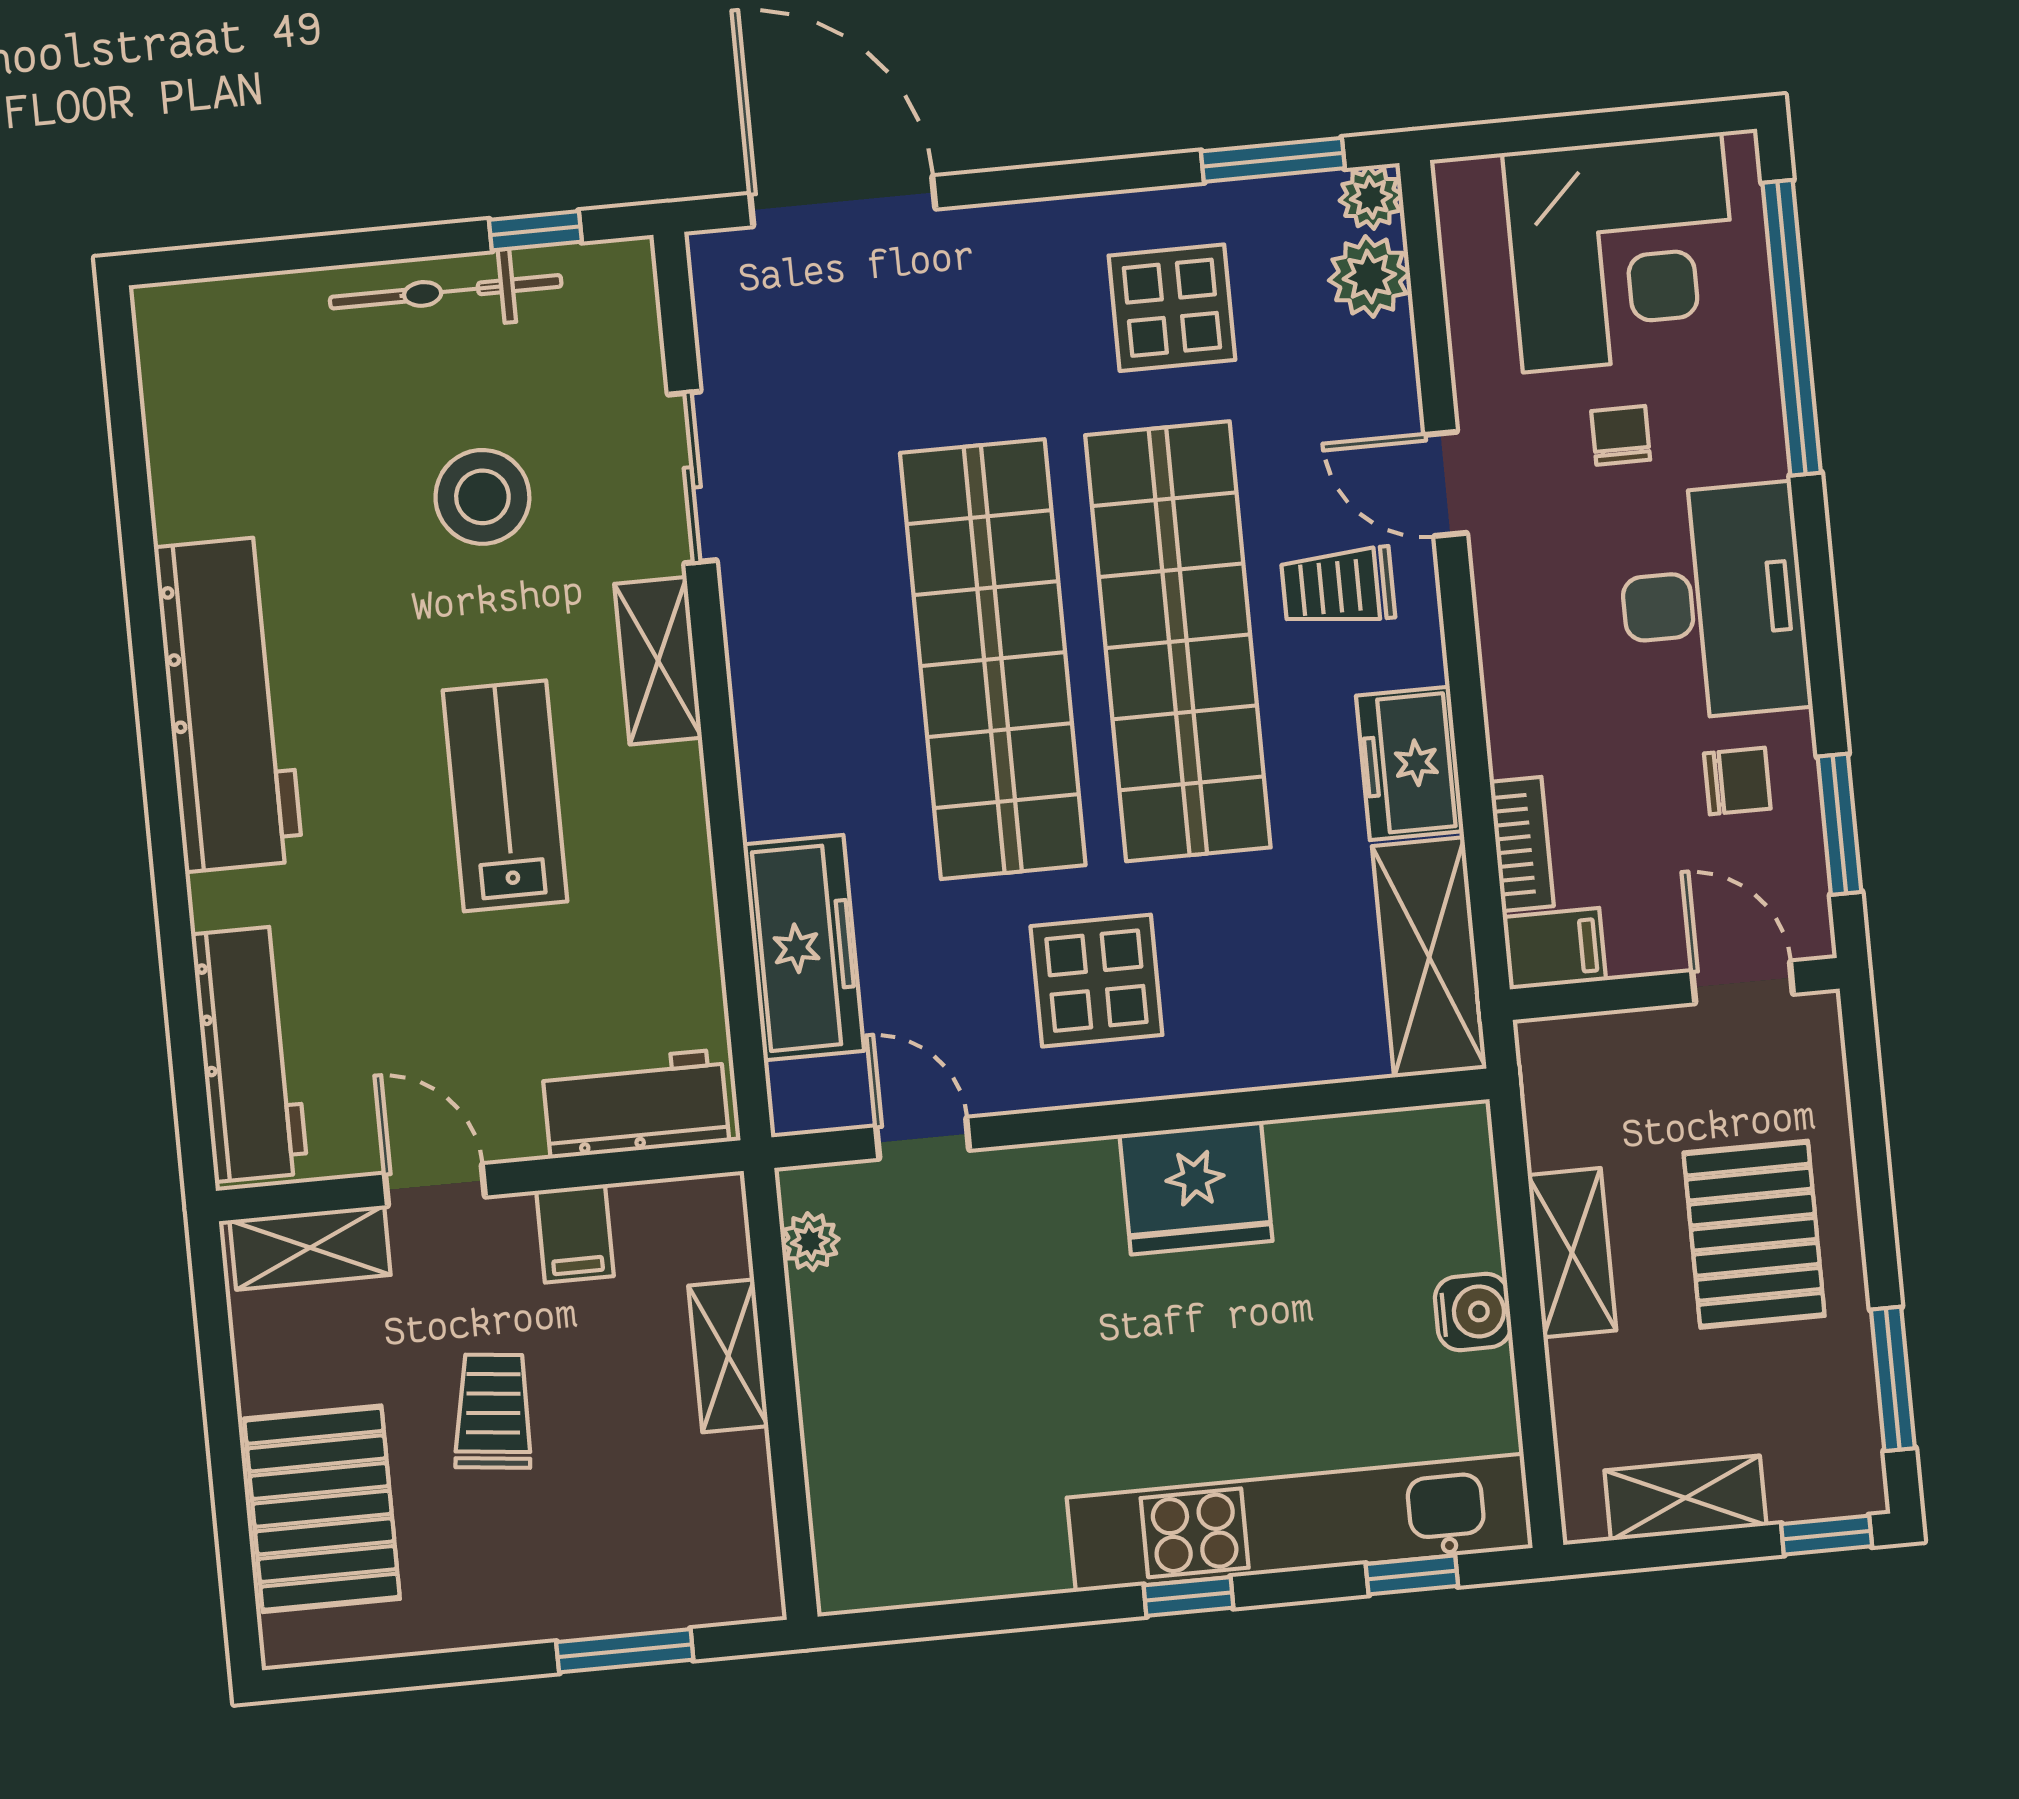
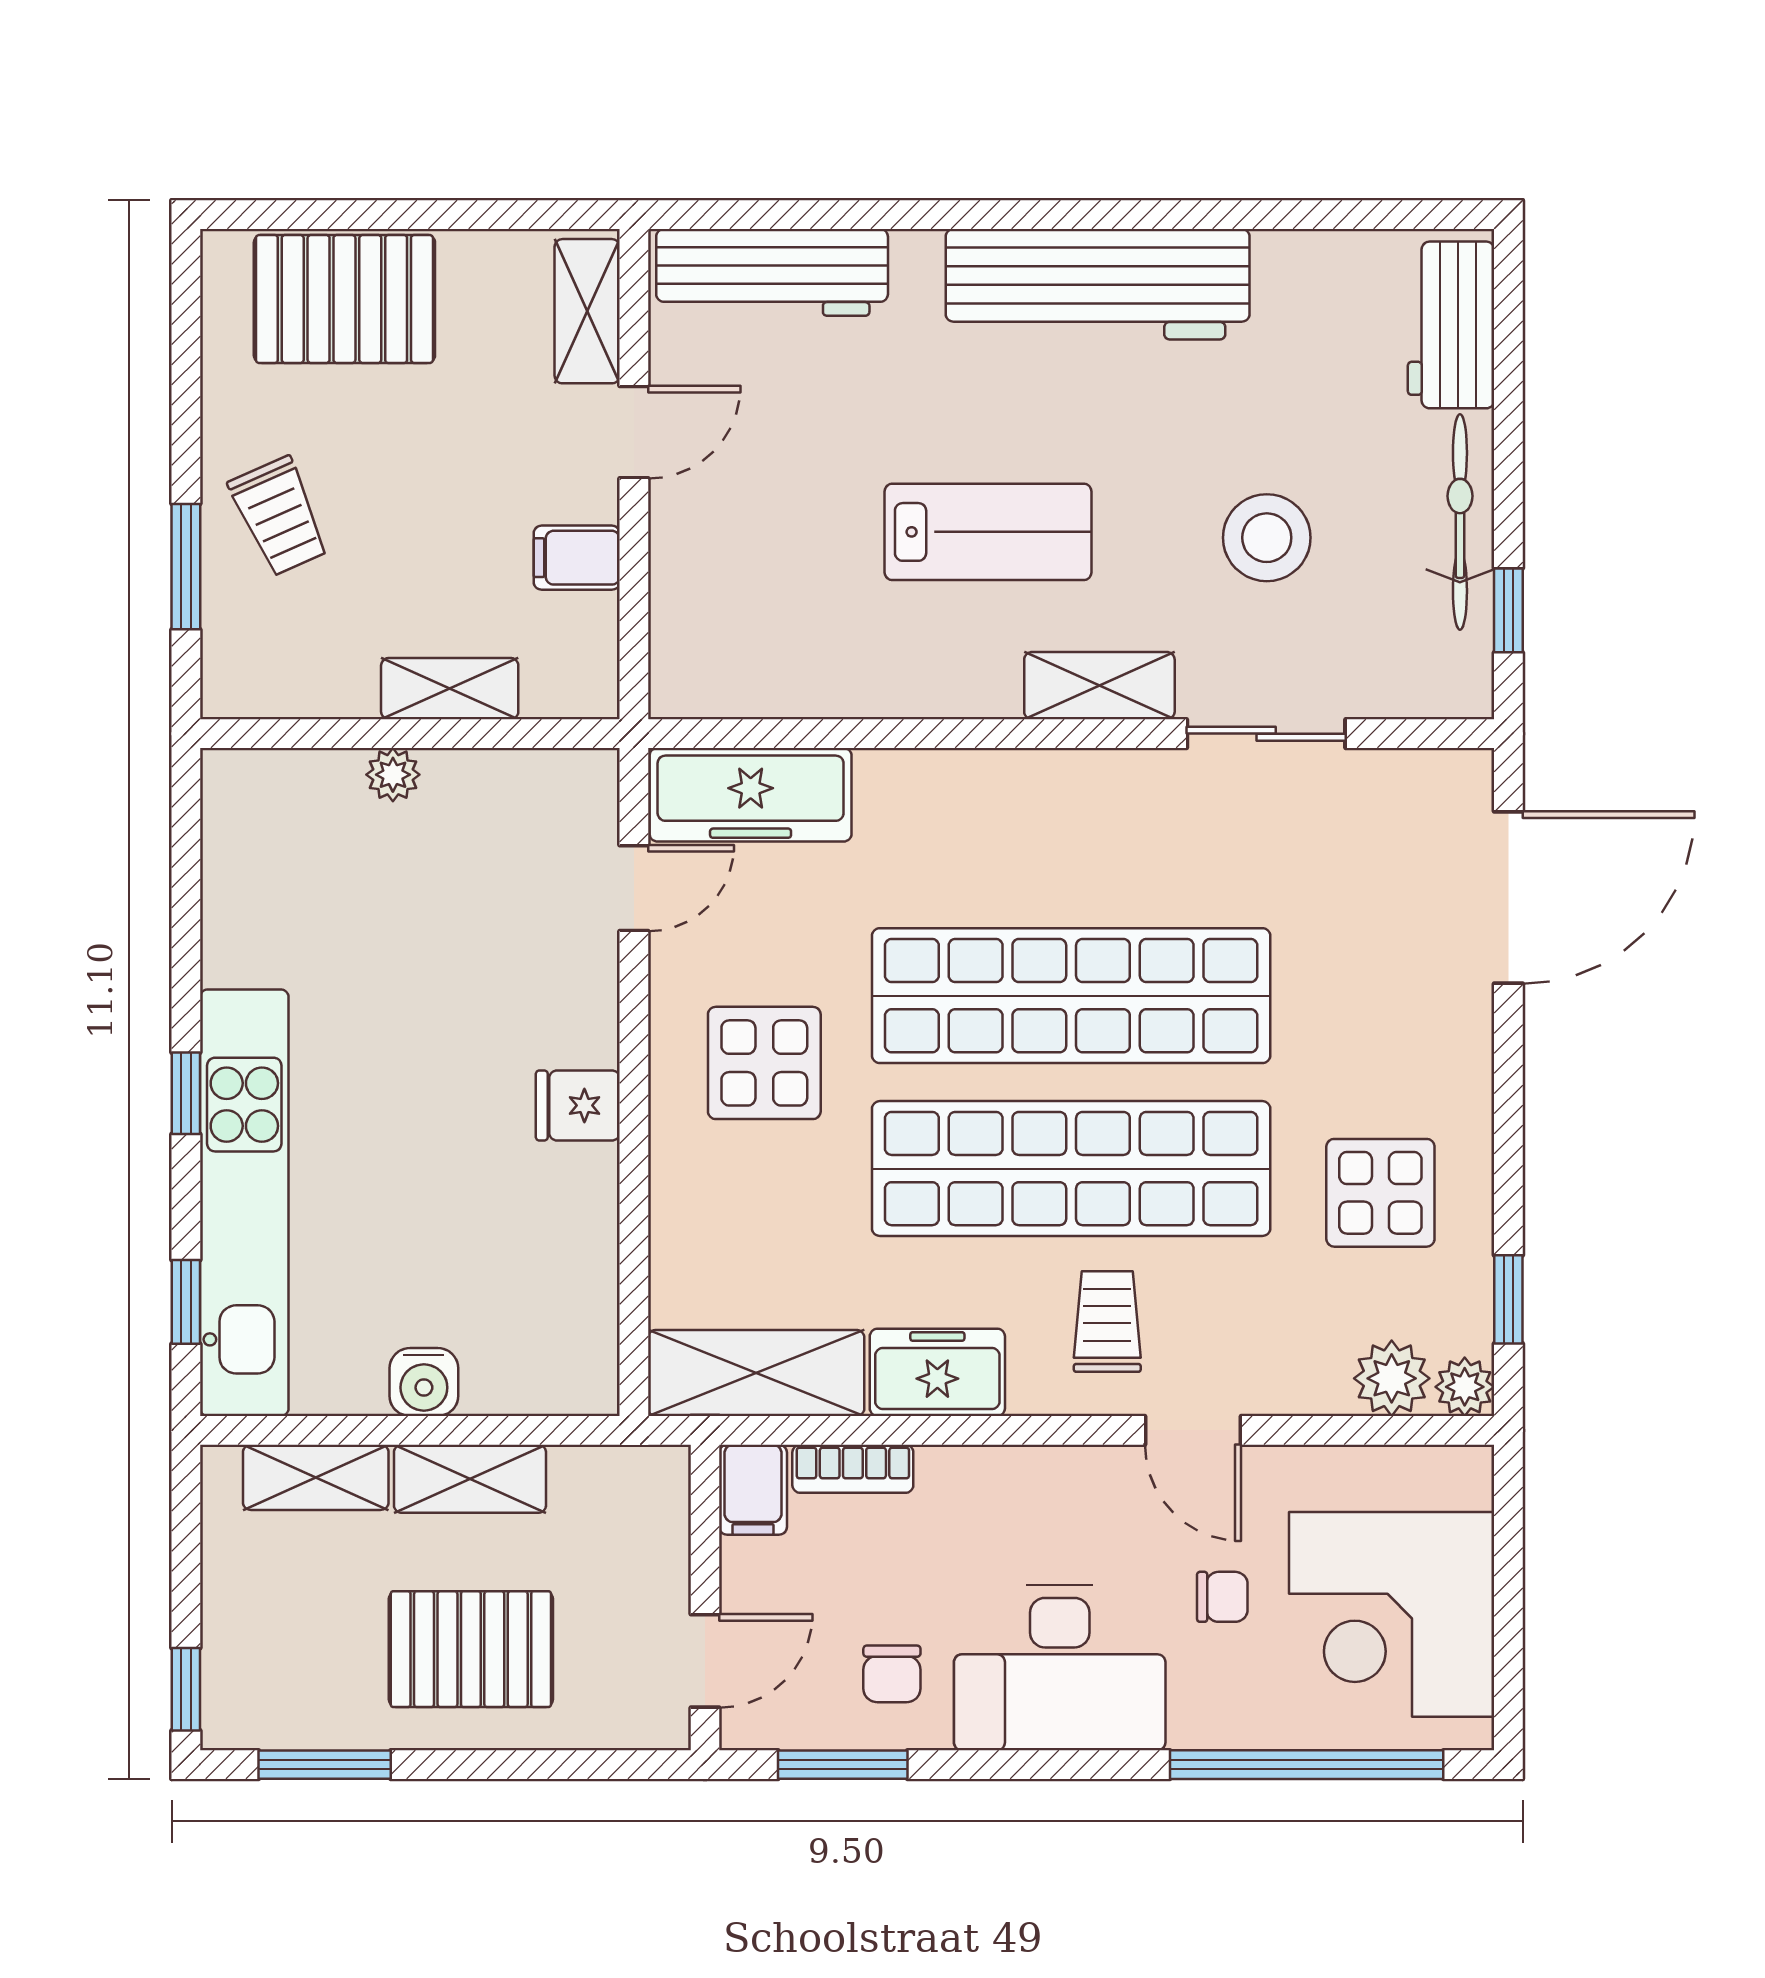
window: (1273, 160) -> (1508, 1299), width x0.67
door: (1446, 484) -> (1193, 1430), swing flipped
freezer: (804, 948) -> (751, 795), moved
workbench: (636, 1104) -> (1451, 325), moved, turned 180
fridge: (1196, 1188) -> (578, 1105), width x0.53, depth x0.75
plant: (810, 1242) -> (393, 775), moved
trolley: (493, 1411) -> (279, 516), moved, turned 60
shelving: (1685, 1498) -> (316, 1477), moved, turned 90

